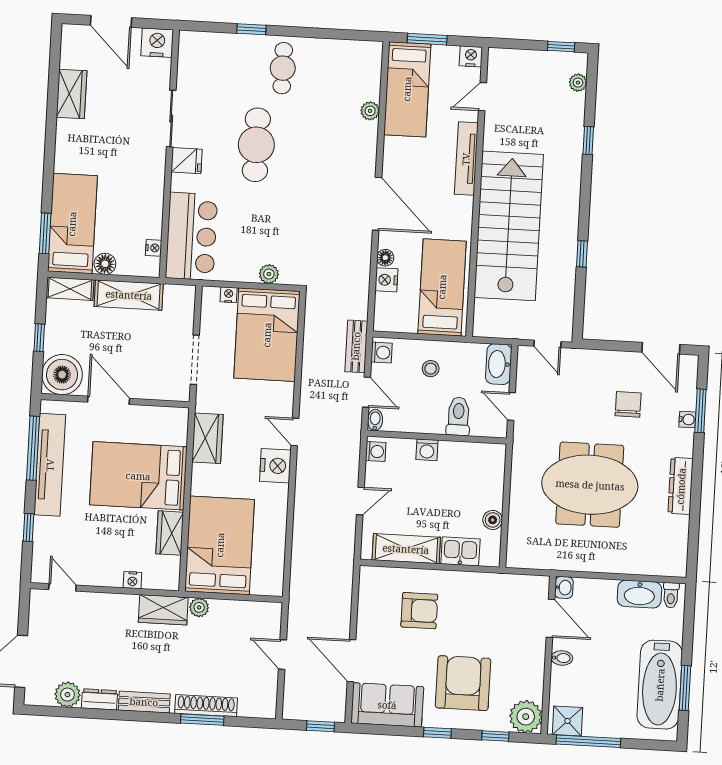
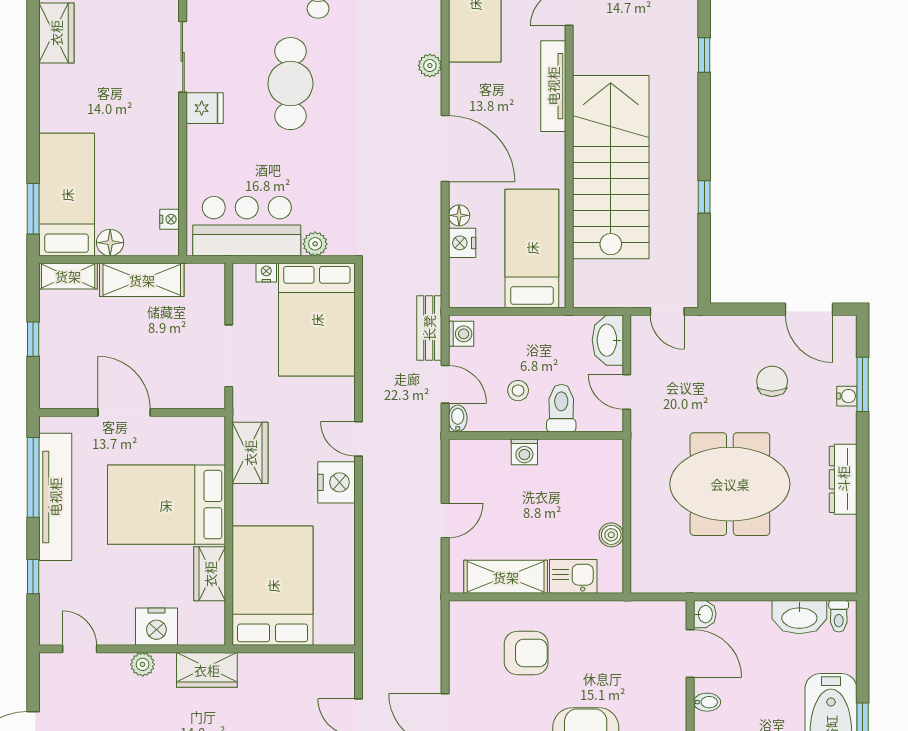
plant: (370, 111) -> (430, 66), moved
bar counter: (191, 236) -> (247, 226), moved, turned -90
stool: (431, 369) -> (518, 391), moved
boiler: (62, 375) -> (64, 384), removed
washing machine: (376, 451) -> (461, 458), removed
nightstand: (132, 580) -> (156, 627), width x1.89, depth x1.79
plant: (199, 607) -> (143, 664), moved

